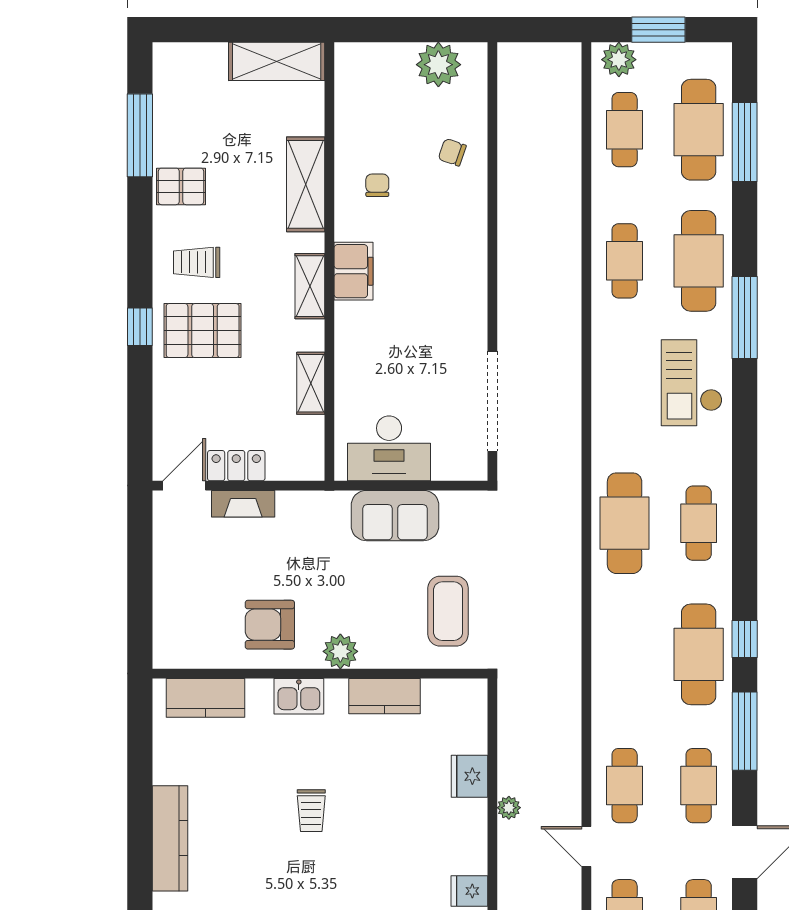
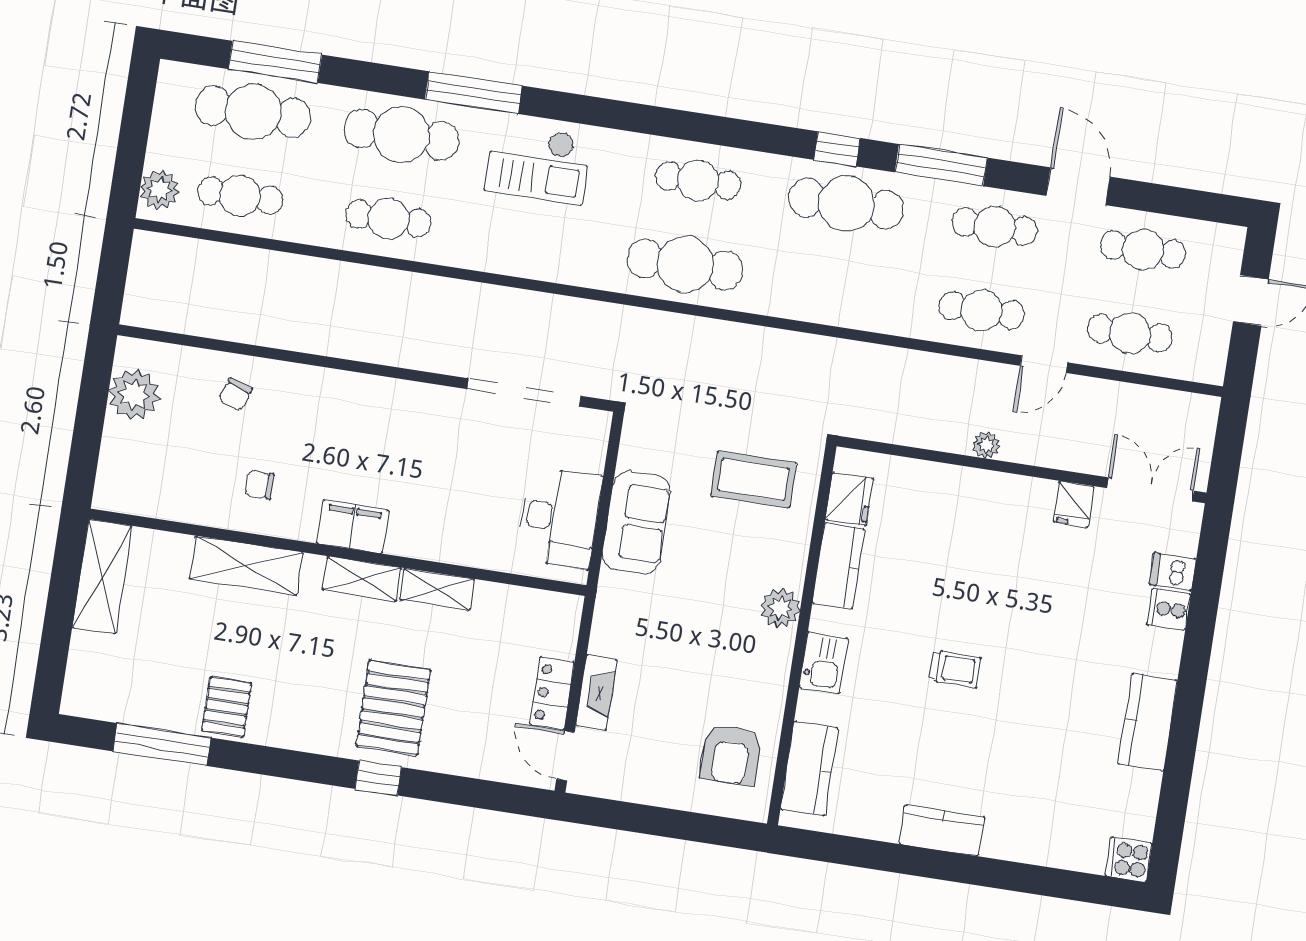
window: (658, 30) -> (133, 140), removed
trolley: (197, 262) -> (315, 703), removed
shelving: (311, 383) -> (437, 589), moved
armchair: (270, 625) -> (731, 755), moved
fridge: (469, 776) -> (849, 499), moved, turned -90
kitchen counter: (170, 838) -> (942, 830), width x0.67

